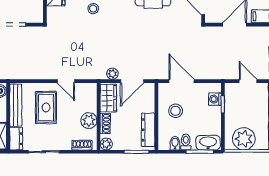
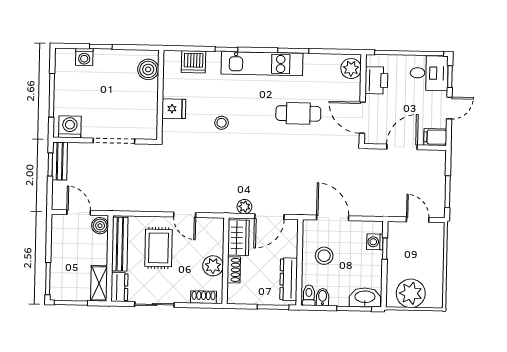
toilet: (186, 142) -> (309, 295), moved
plant: (106, 144) -> (235, 296), removed

